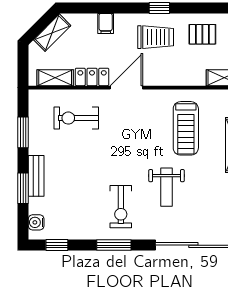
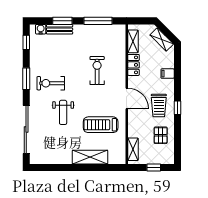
door: (126, 88) -> (127, 98), moved
exercise bike: (76, 118) -> (97, 70), moved
window: (23, 132) -> (98, 21), width x1.44
bench: (36, 176) -> (60, 29), moved
weight bench: (167, 187) -> (63, 112), turned -90

